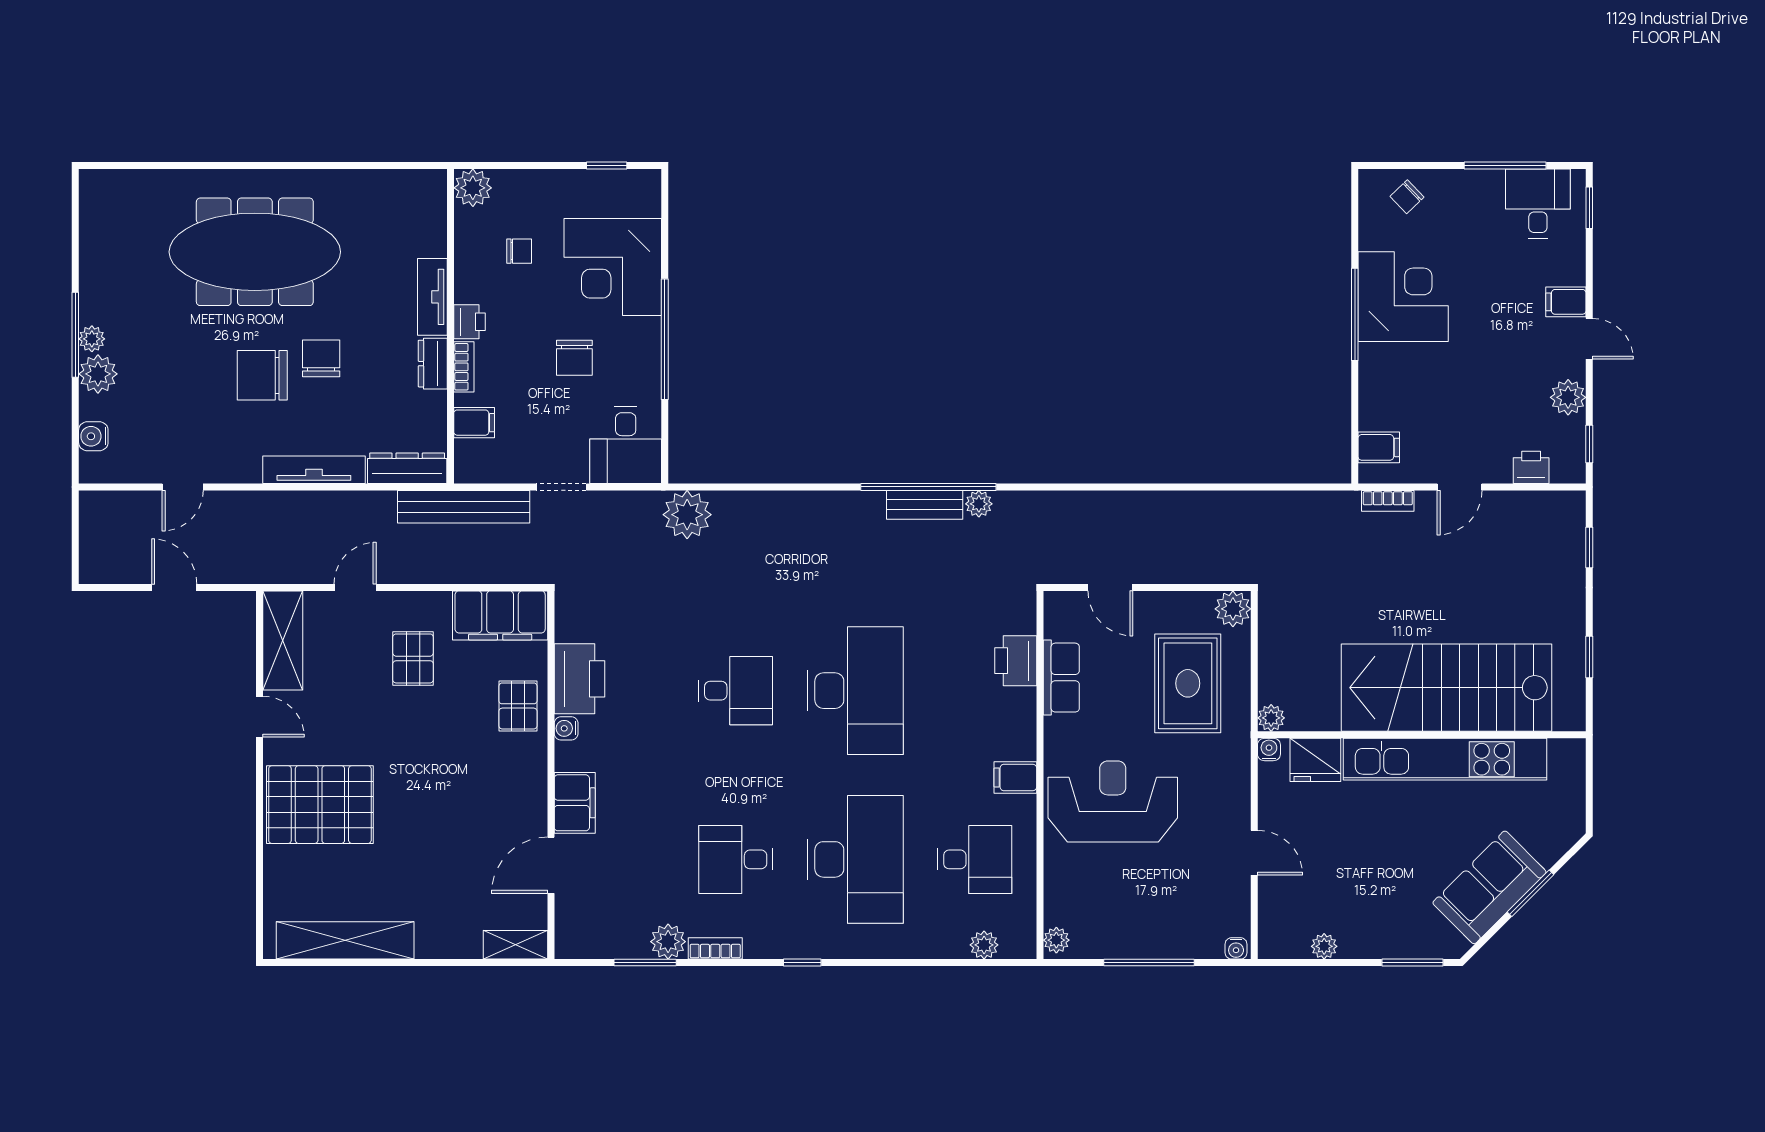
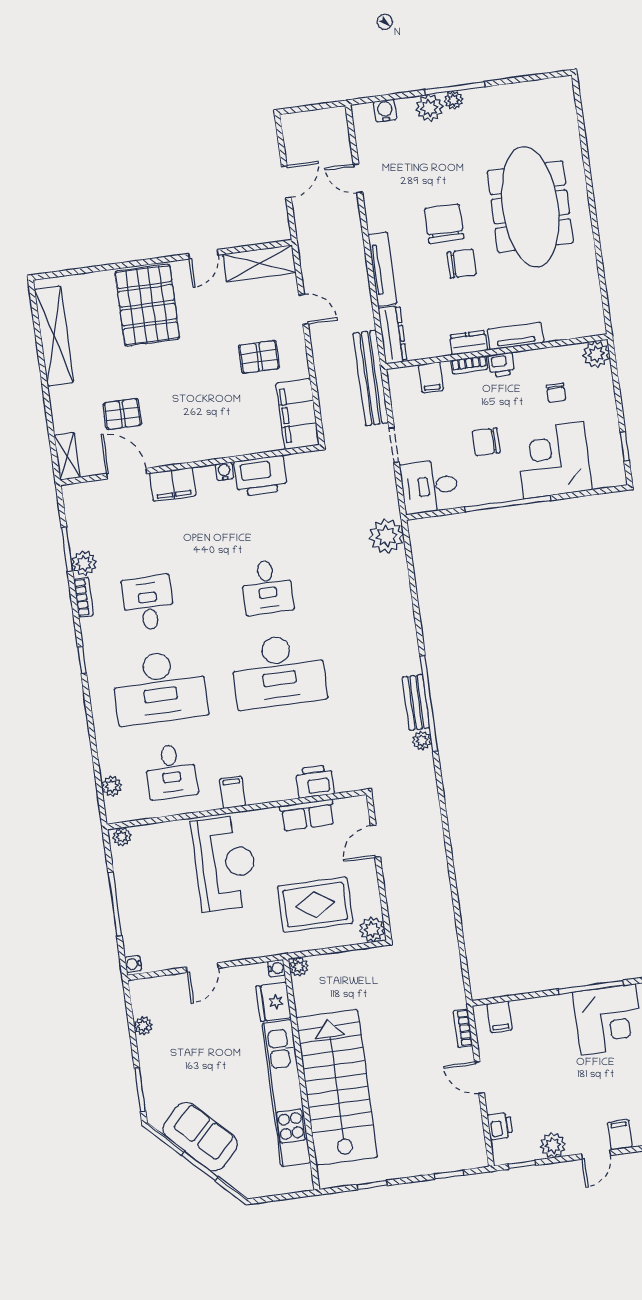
pallet: (518, 706) -> (122, 414), moved

